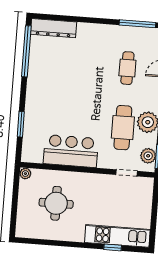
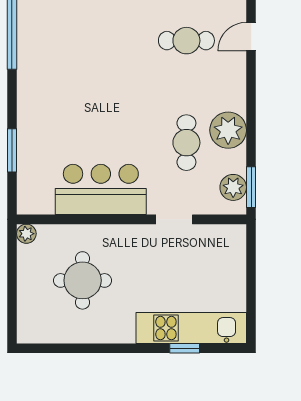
cafe table: (127, 68) -> (186, 41), turned 90
cafe table: (123, 128) -> (186, 143), width x0.73, depth x0.74
doorway: (126, 173) -> (174, 219), moved

